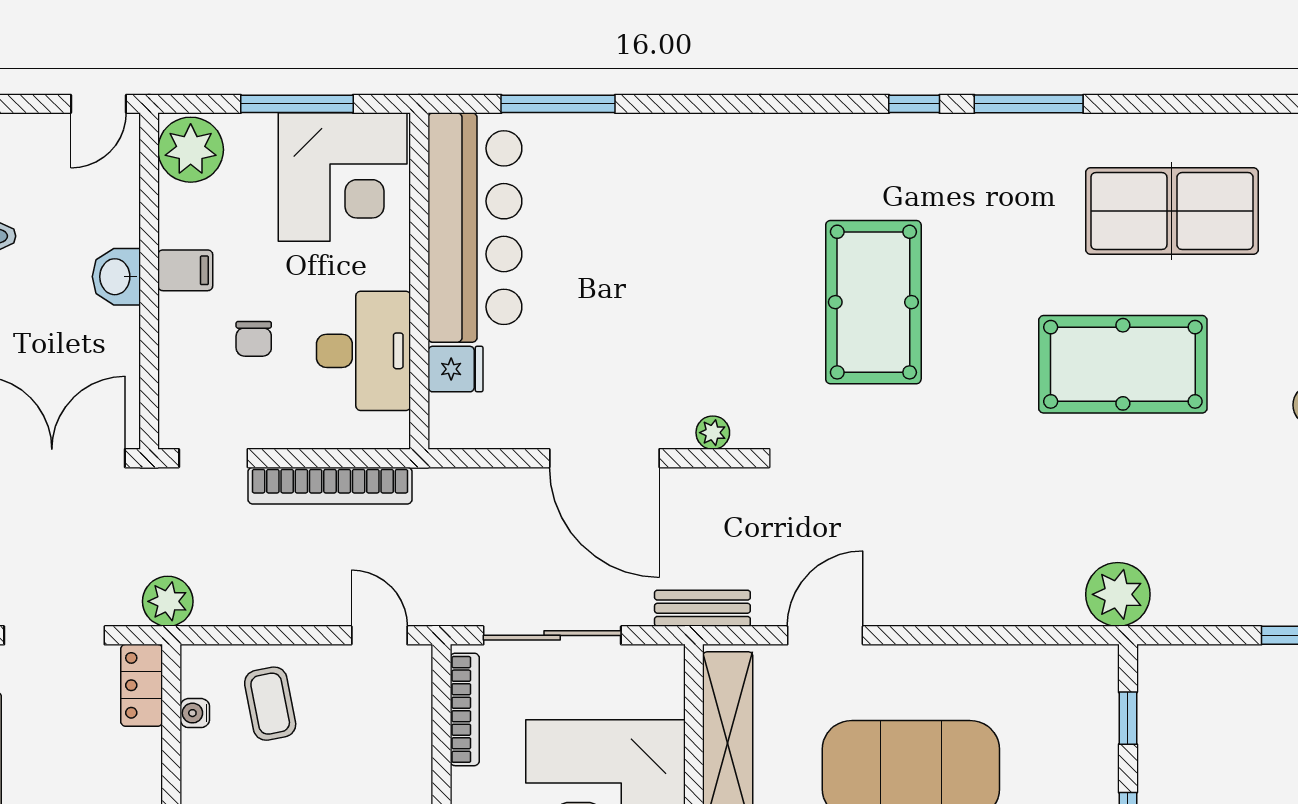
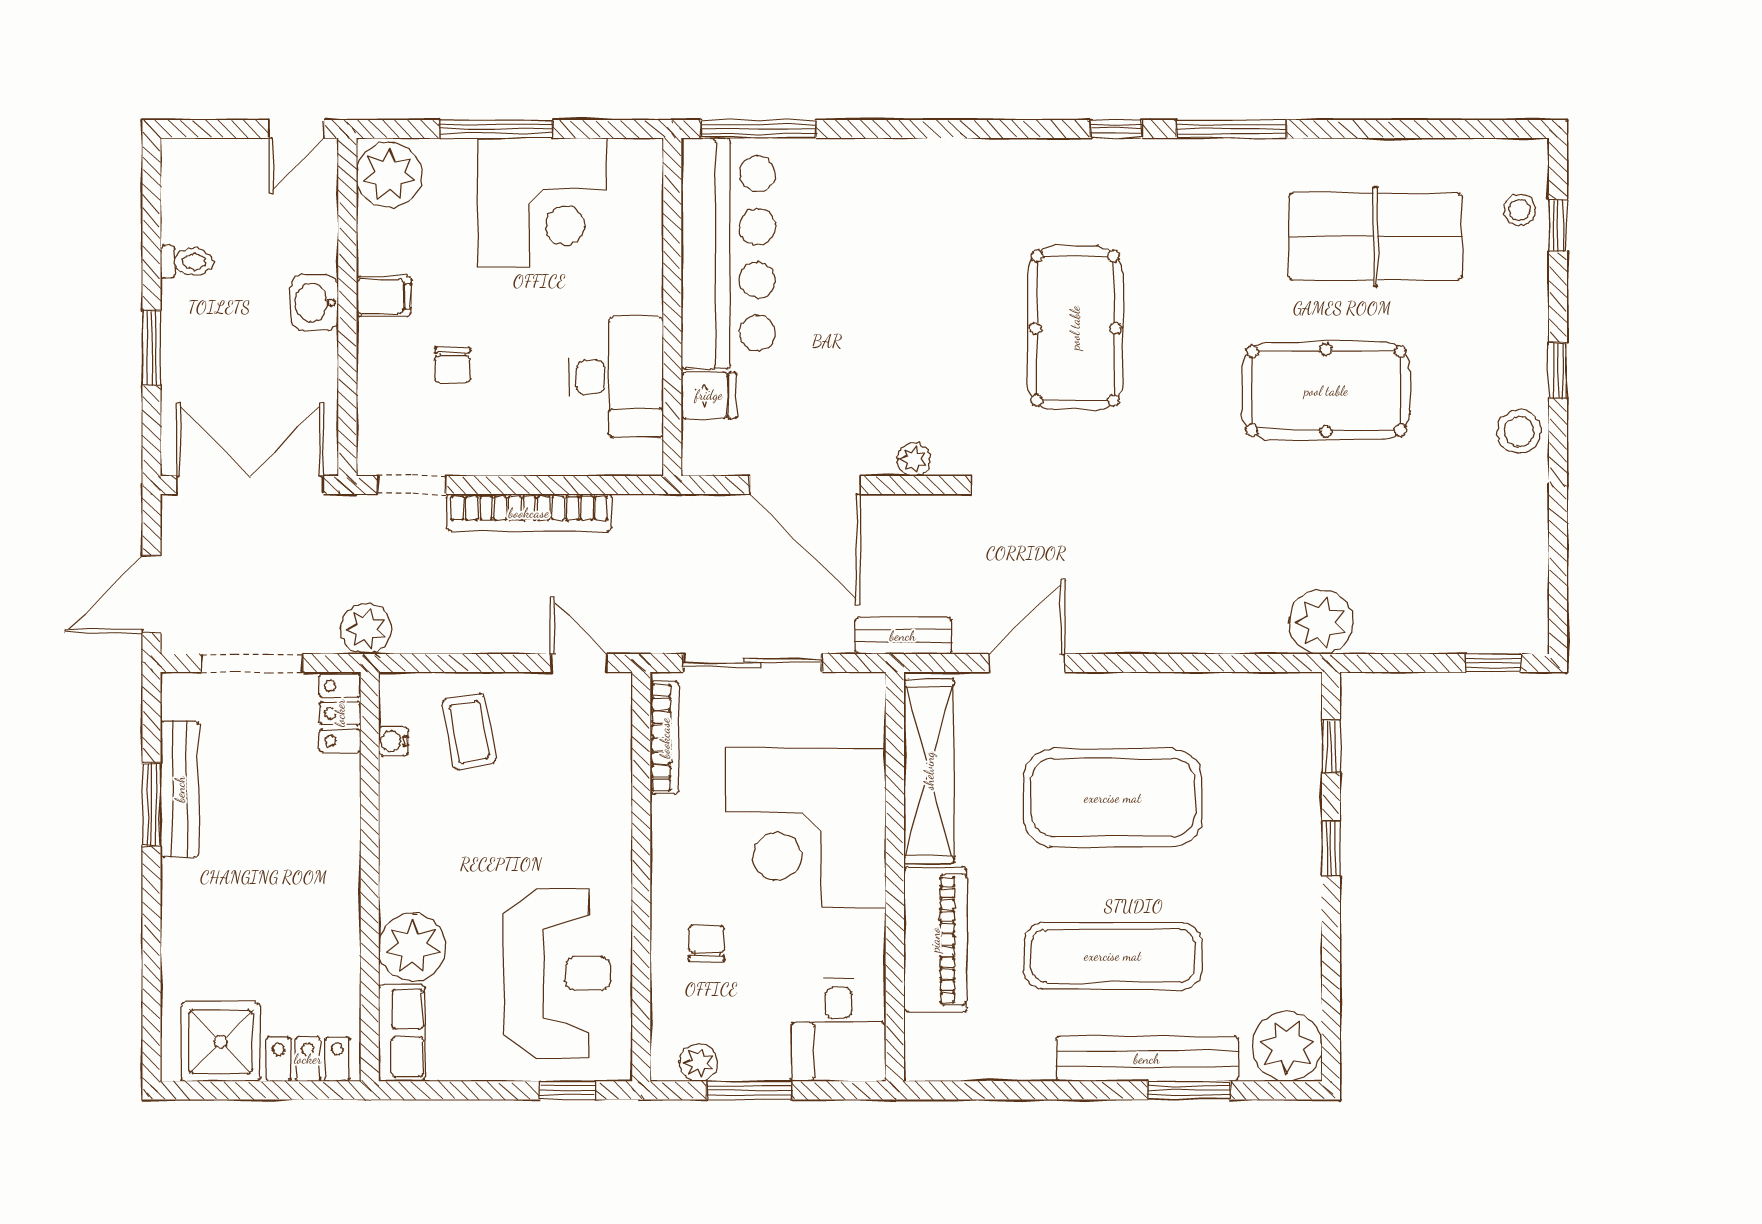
bar counter: (475, 228) -> (728, 253), moved
wall: (419, 281) -> (672, 307), moved
desk: (363, 351) -> (616, 377), moved
fridge: (456, 369) -> (709, 395), moved

